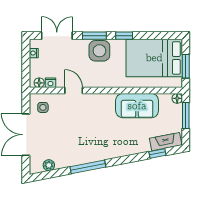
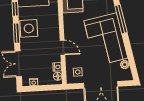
door: (74, 91) -> (62, 48), swing flipped
corner sofa: (81, 144) -> (106, 39), added
window: (88, 167) -> (121, 19), moved

